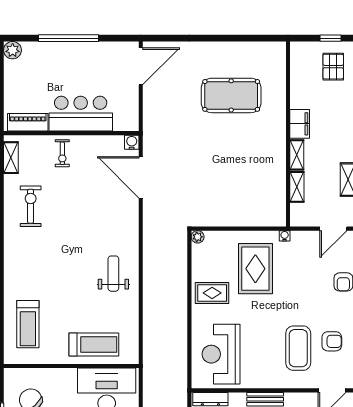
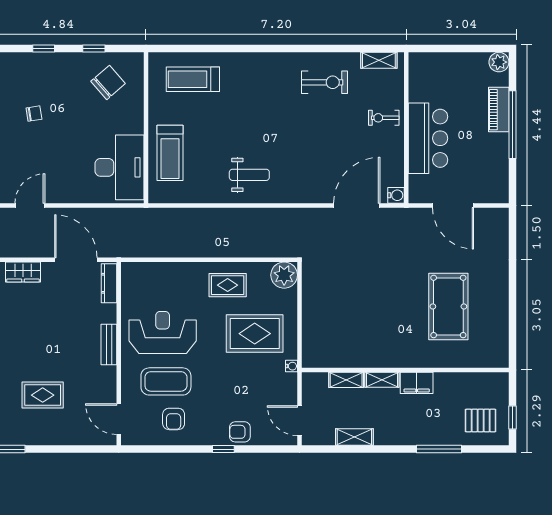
door: (141, 66) -> (453, 205), moved
piano: (28, 122) -> (499, 110), moved, turned 180
plant: (198, 237) -> (284, 275), width x1.88, depth x1.88
rug: (212, 293) -> (228, 285), turned 90
reception desk: (221, 354) -> (163, 332), moved

